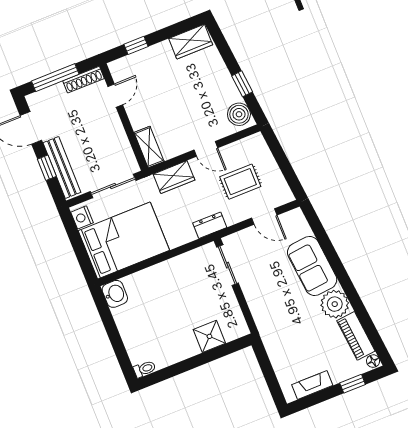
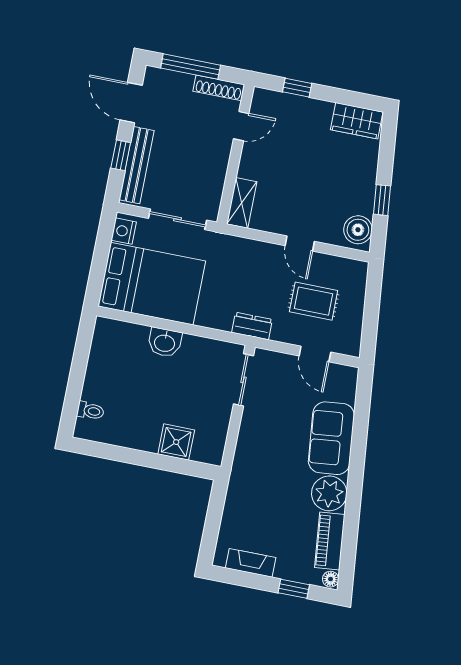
wardrobe: (174, 177) -> (247, 251), removed
washbasin: (115, 294) -> (165, 342), moved, turned 90
toilet: (145, 369) -> (90, 411), moved

